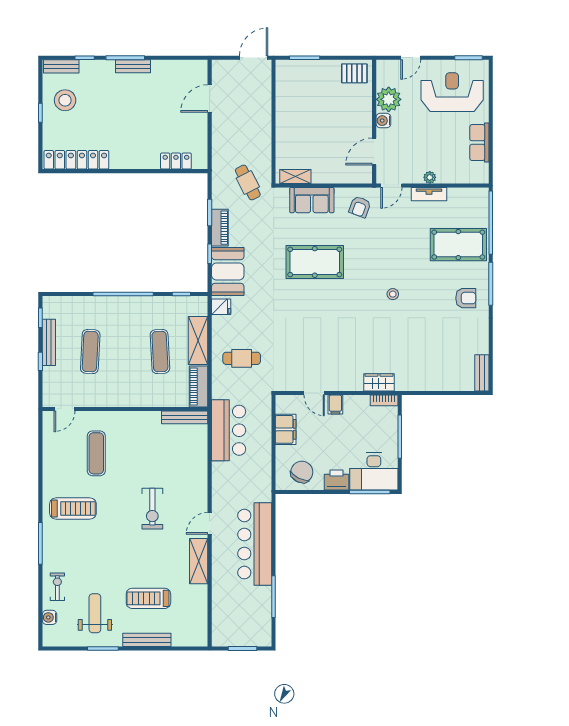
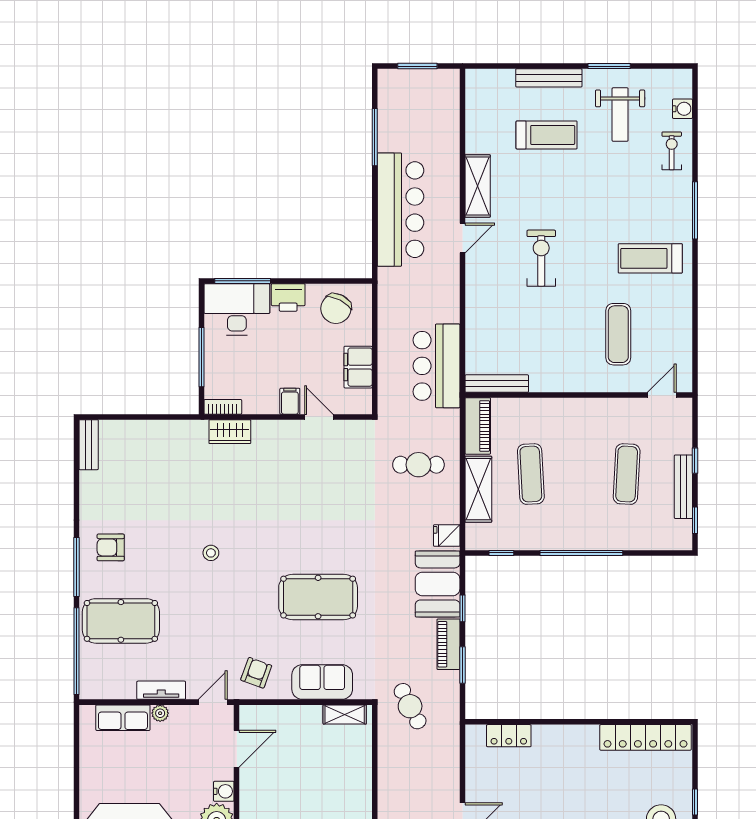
row of seats: (479, 143) -> (123, 718), moved, turned 90
exercise bike: (57, 587) -> (672, 151), turned 180

